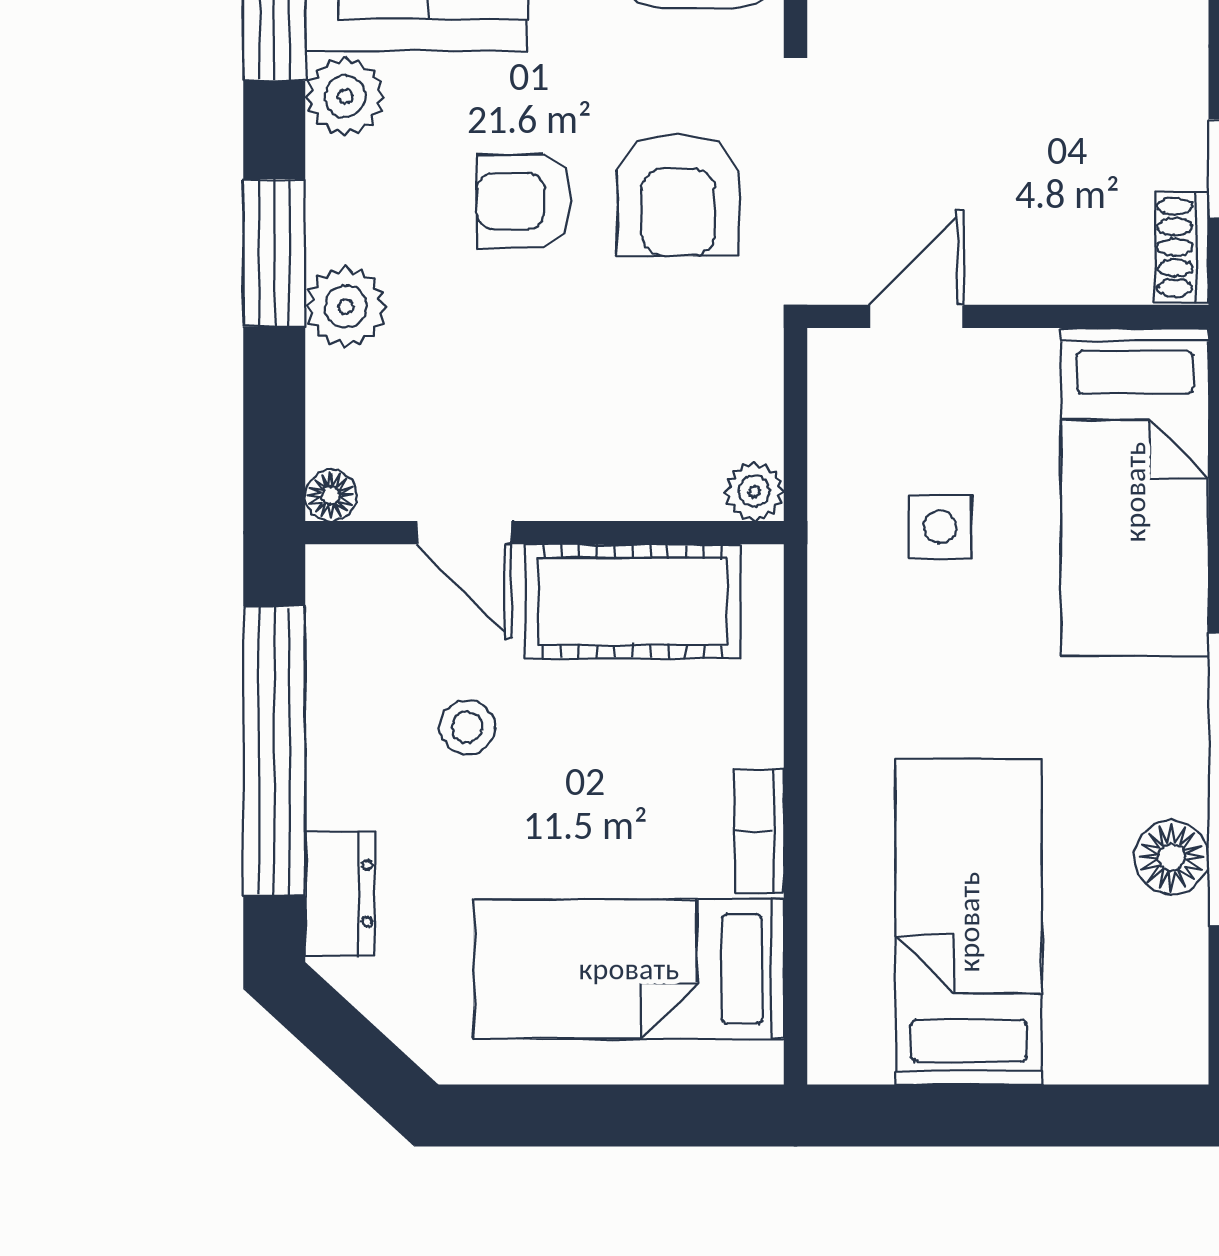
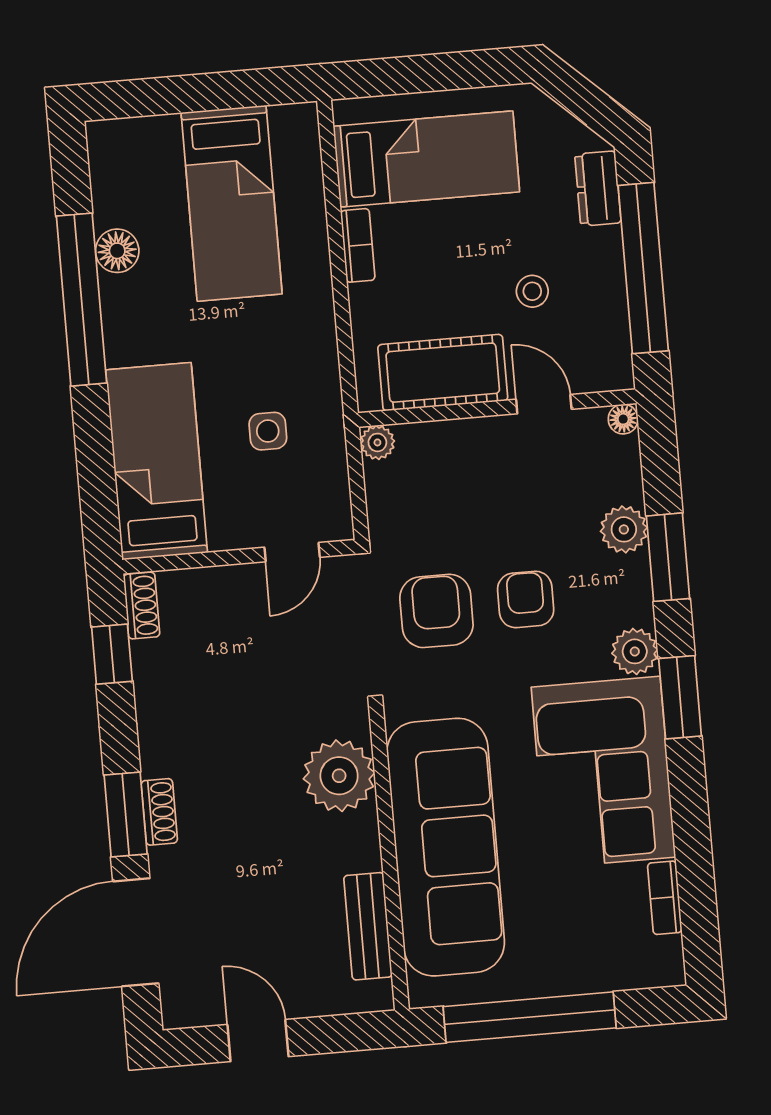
armchair: (524, 201) -> (526, 599), turned -90

